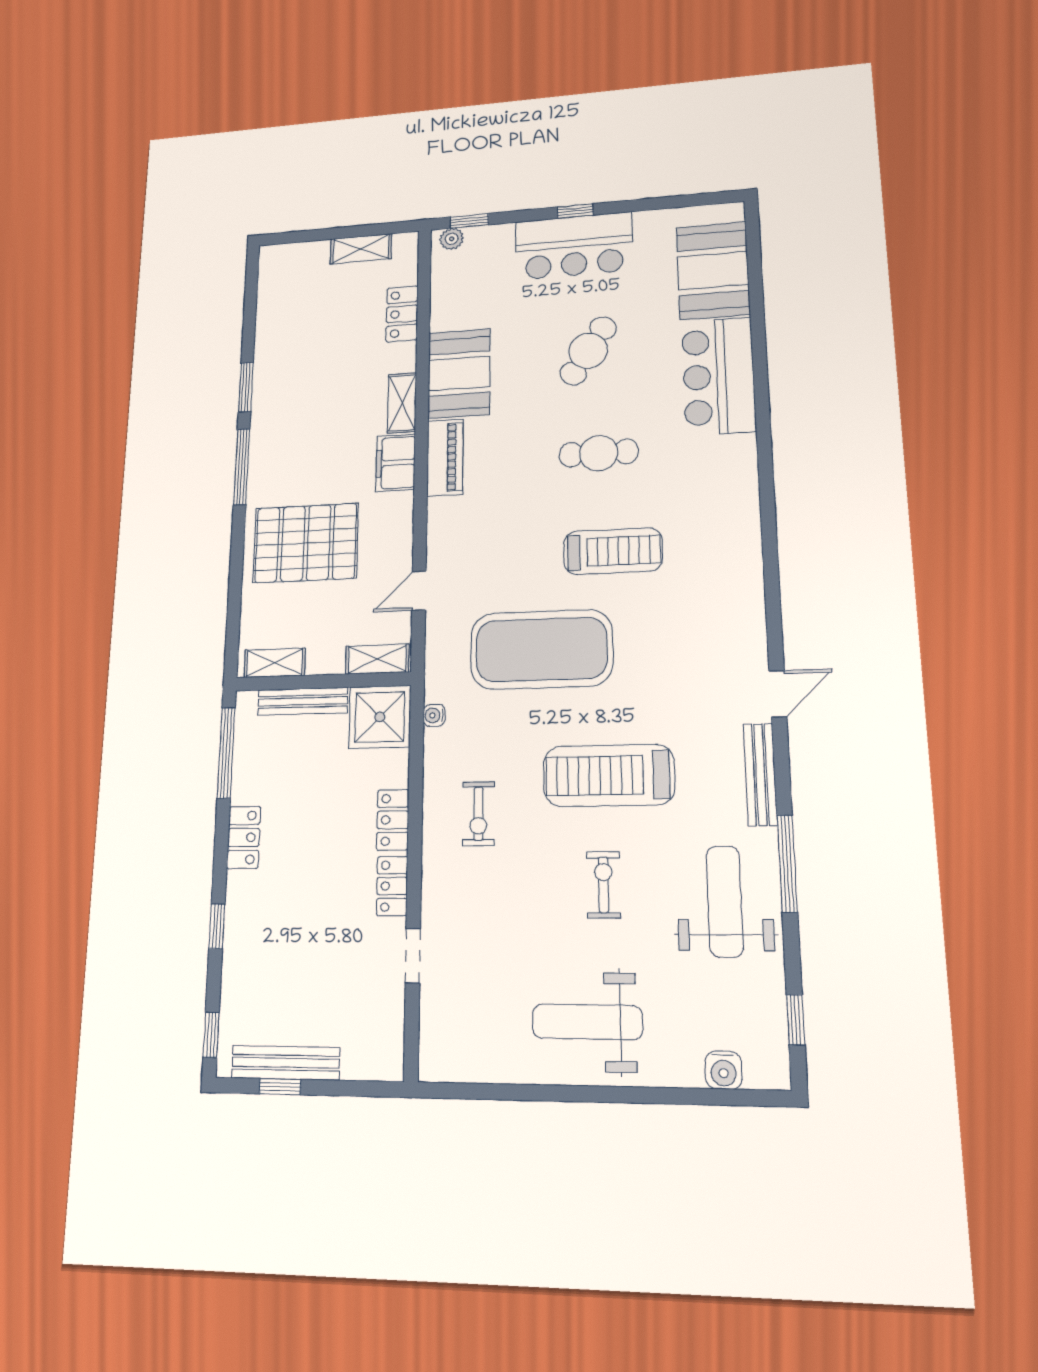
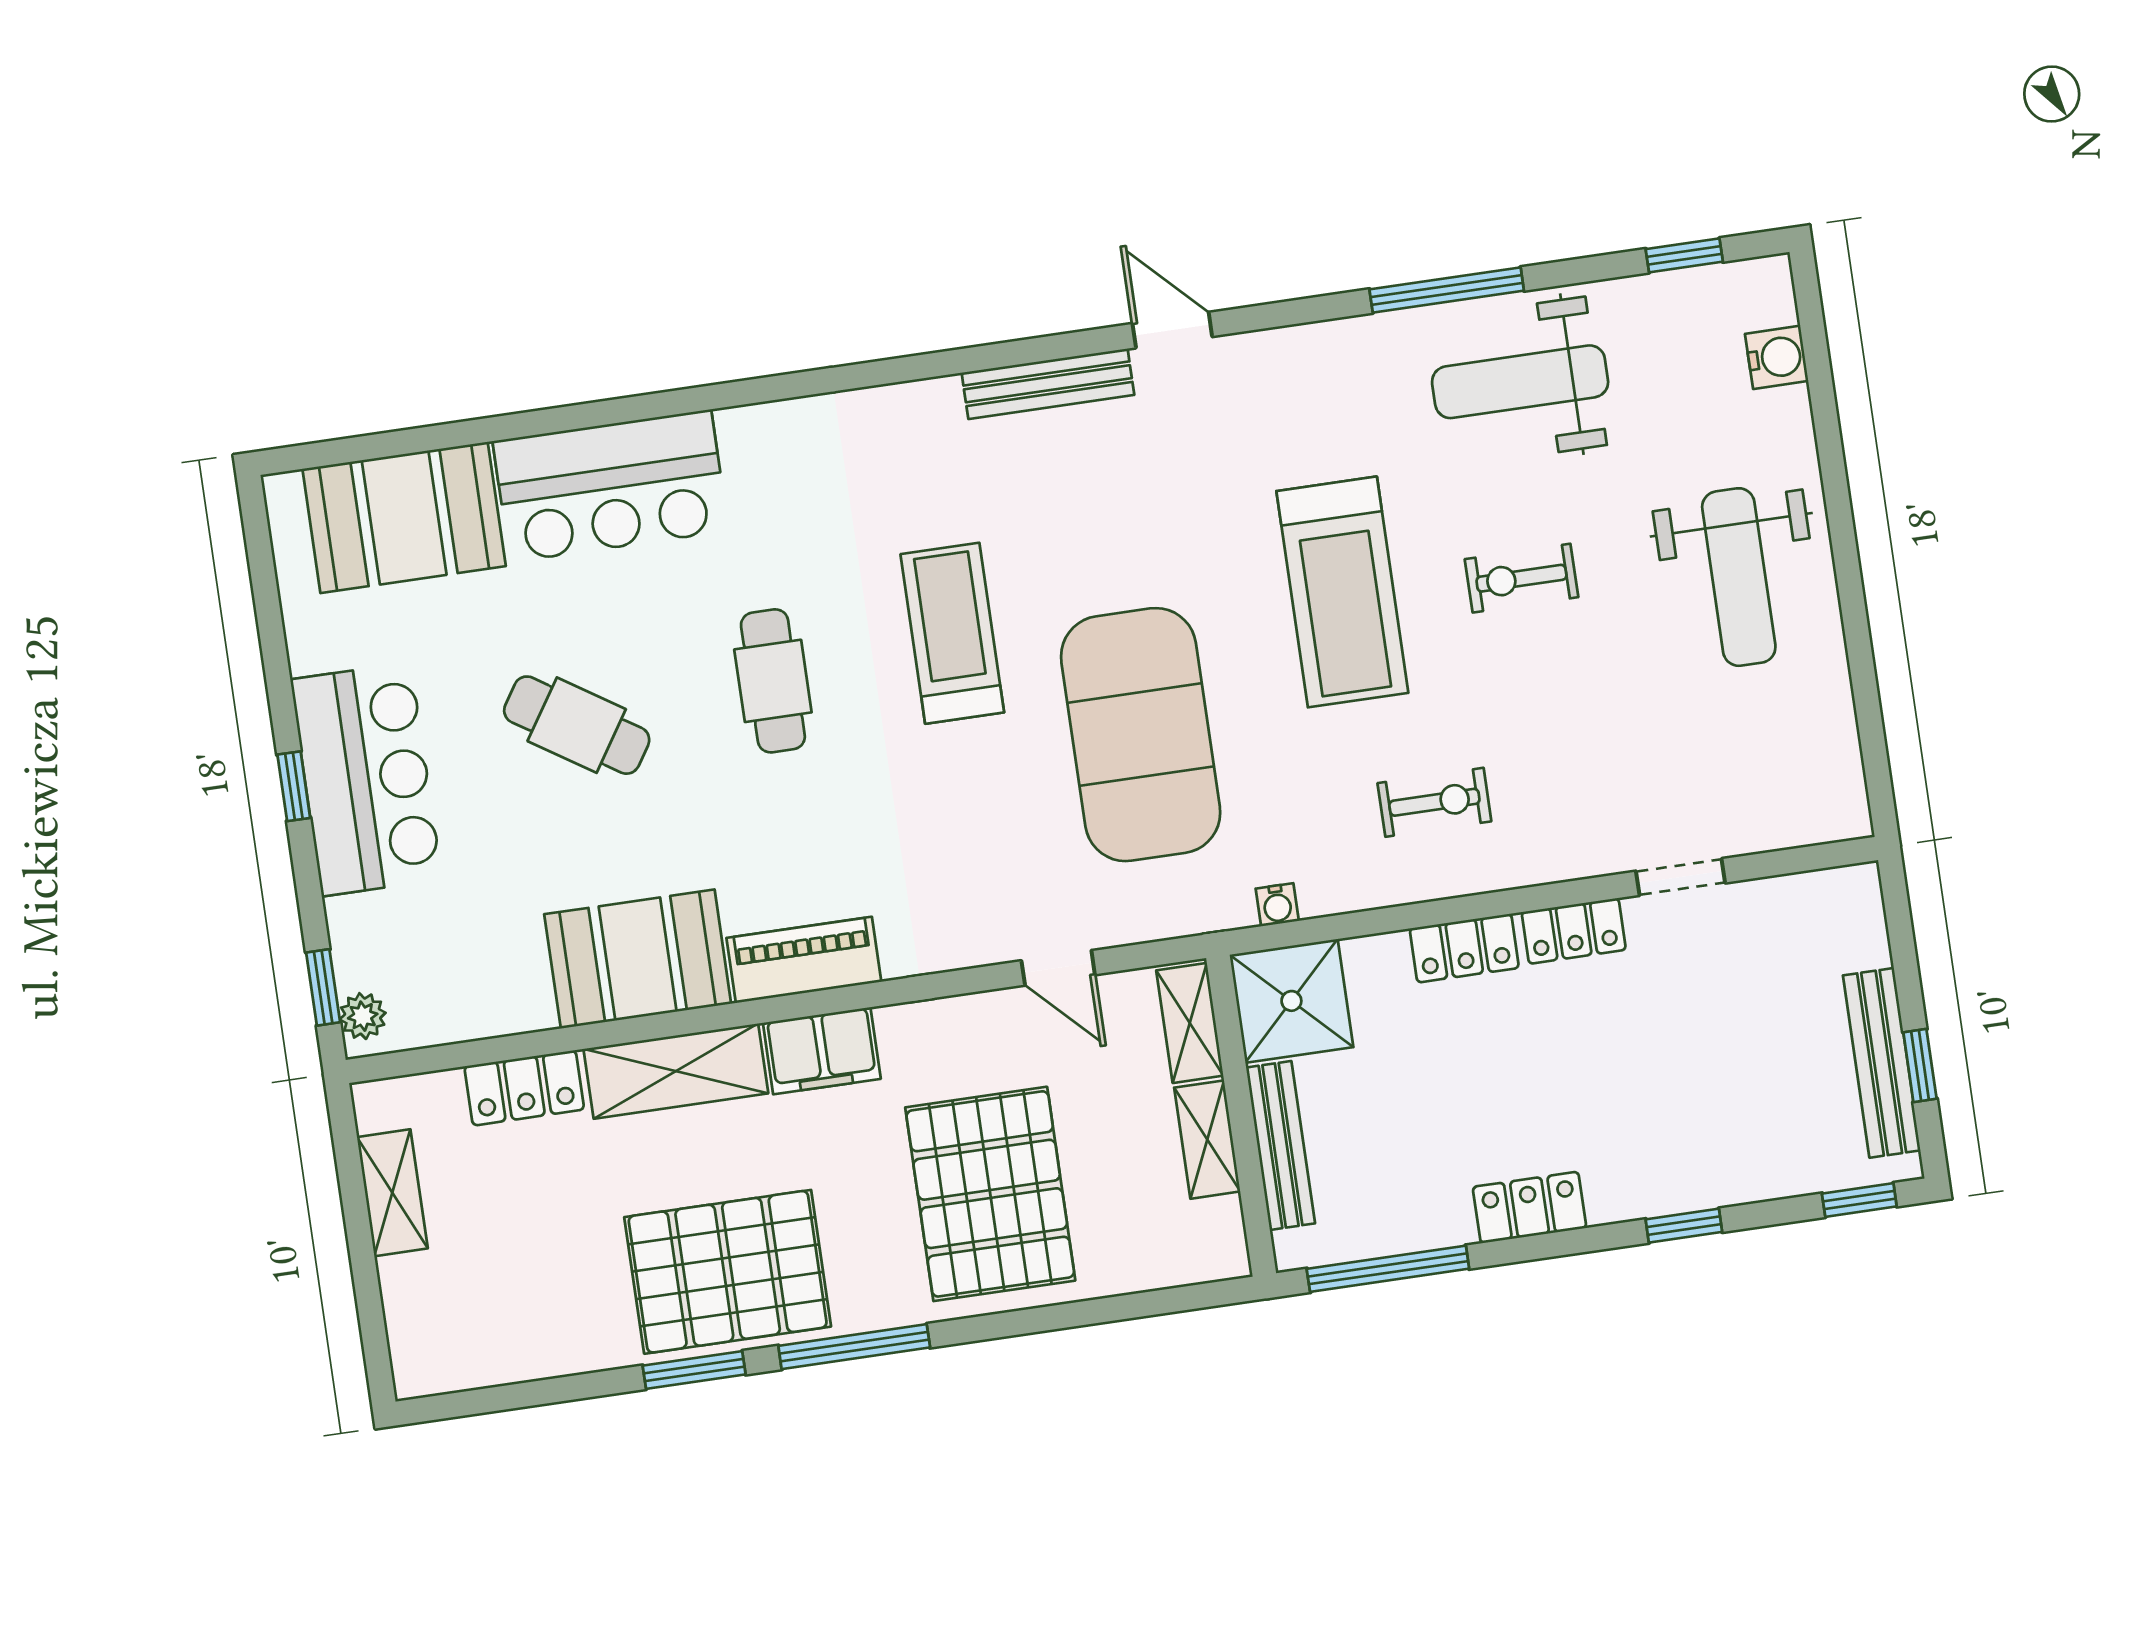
shelving: (402, 403) -> (676, 1071), width x1.50, depth x1.33
pallet: (291, 407) -> (728, 1272), added
shelving: (275, 663) -> (1207, 1140), moved
bench: (760, 774) -> (1048, 384), moved

